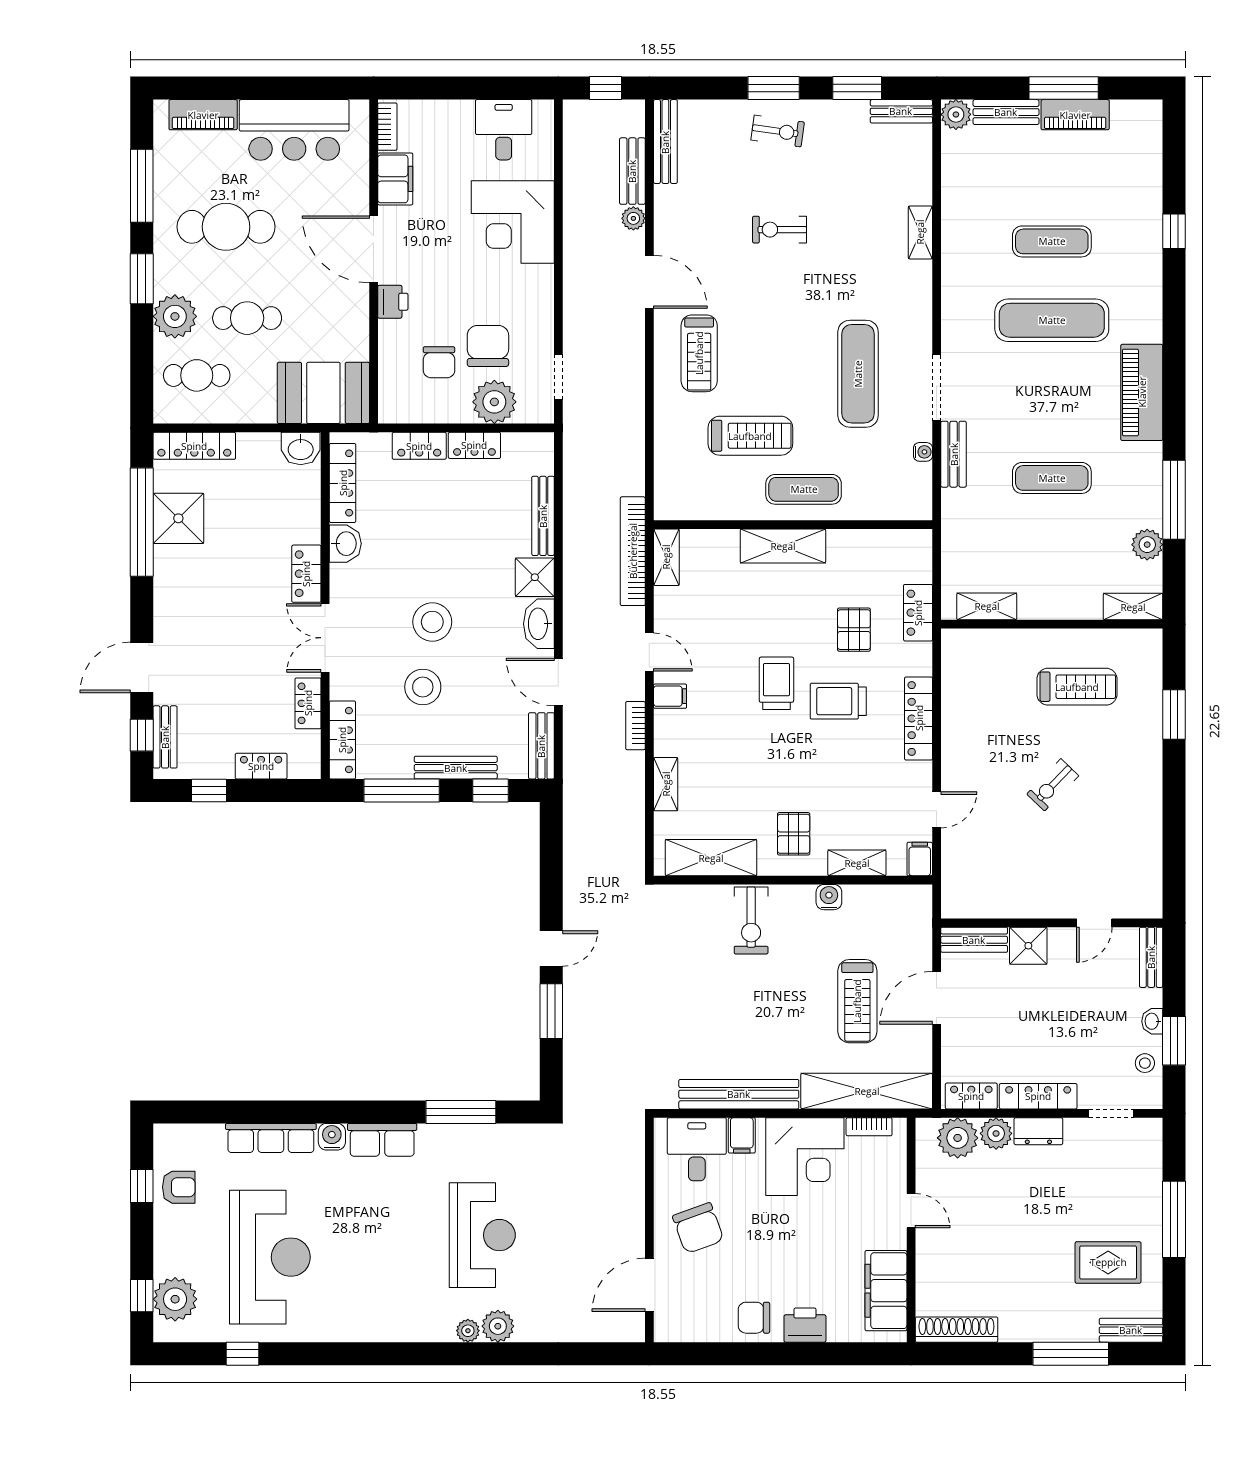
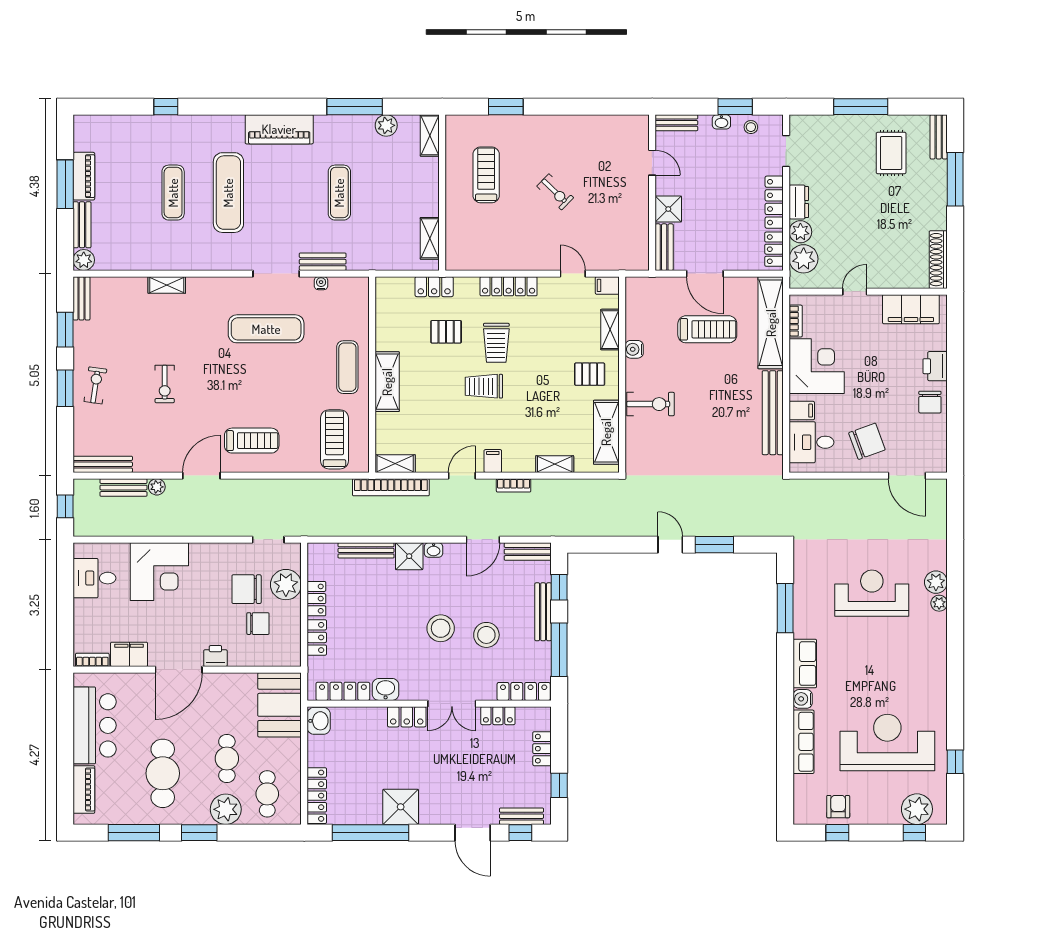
treadmill: (750, 436) -> (335, 439), moved
shower: (178, 518) -> (401, 807), moved
washbasin: (539, 624) -> (434, 550), width x0.52, depth x0.69

